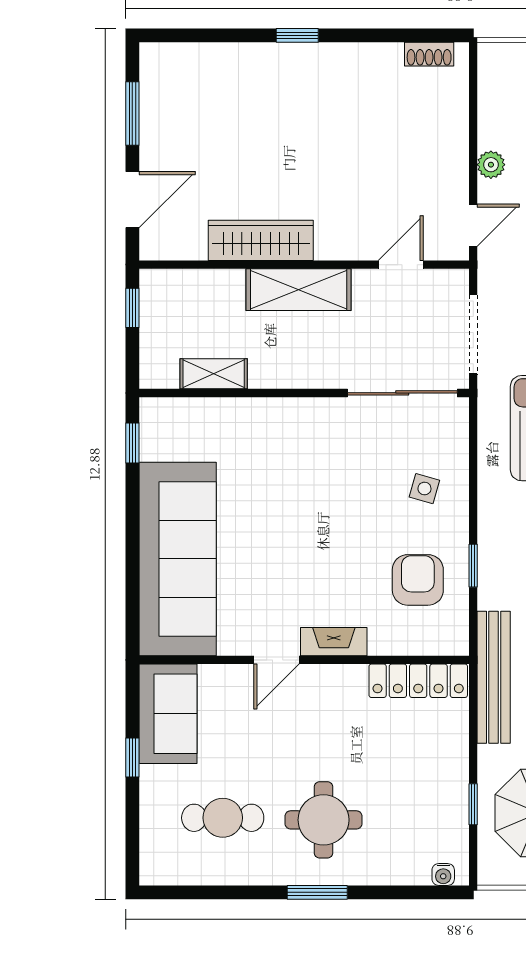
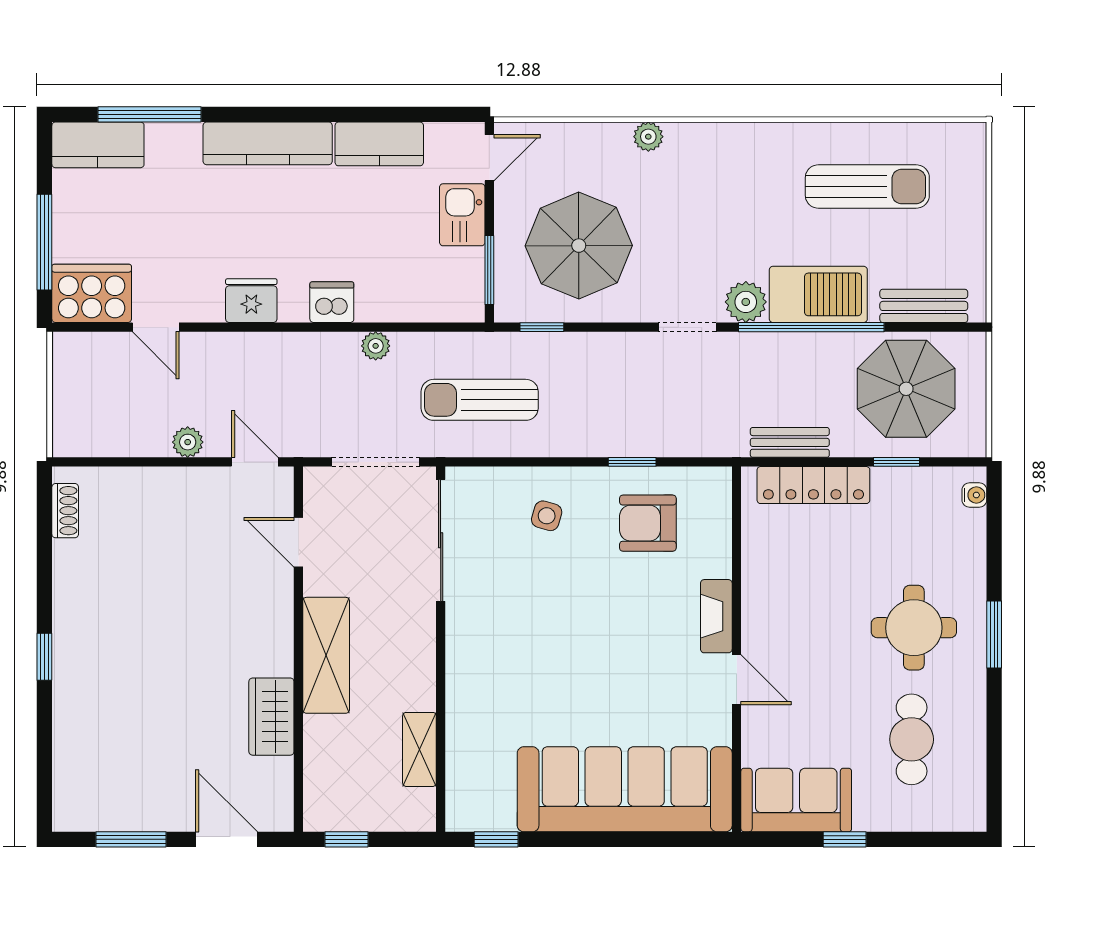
wardrobe: (261, 240) -> (271, 717), width x0.67
bench: (494, 677) -> (790, 442), width x0.54, depth x0.82
locker: (418, 681) -> (813, 485), moved, turned 90

